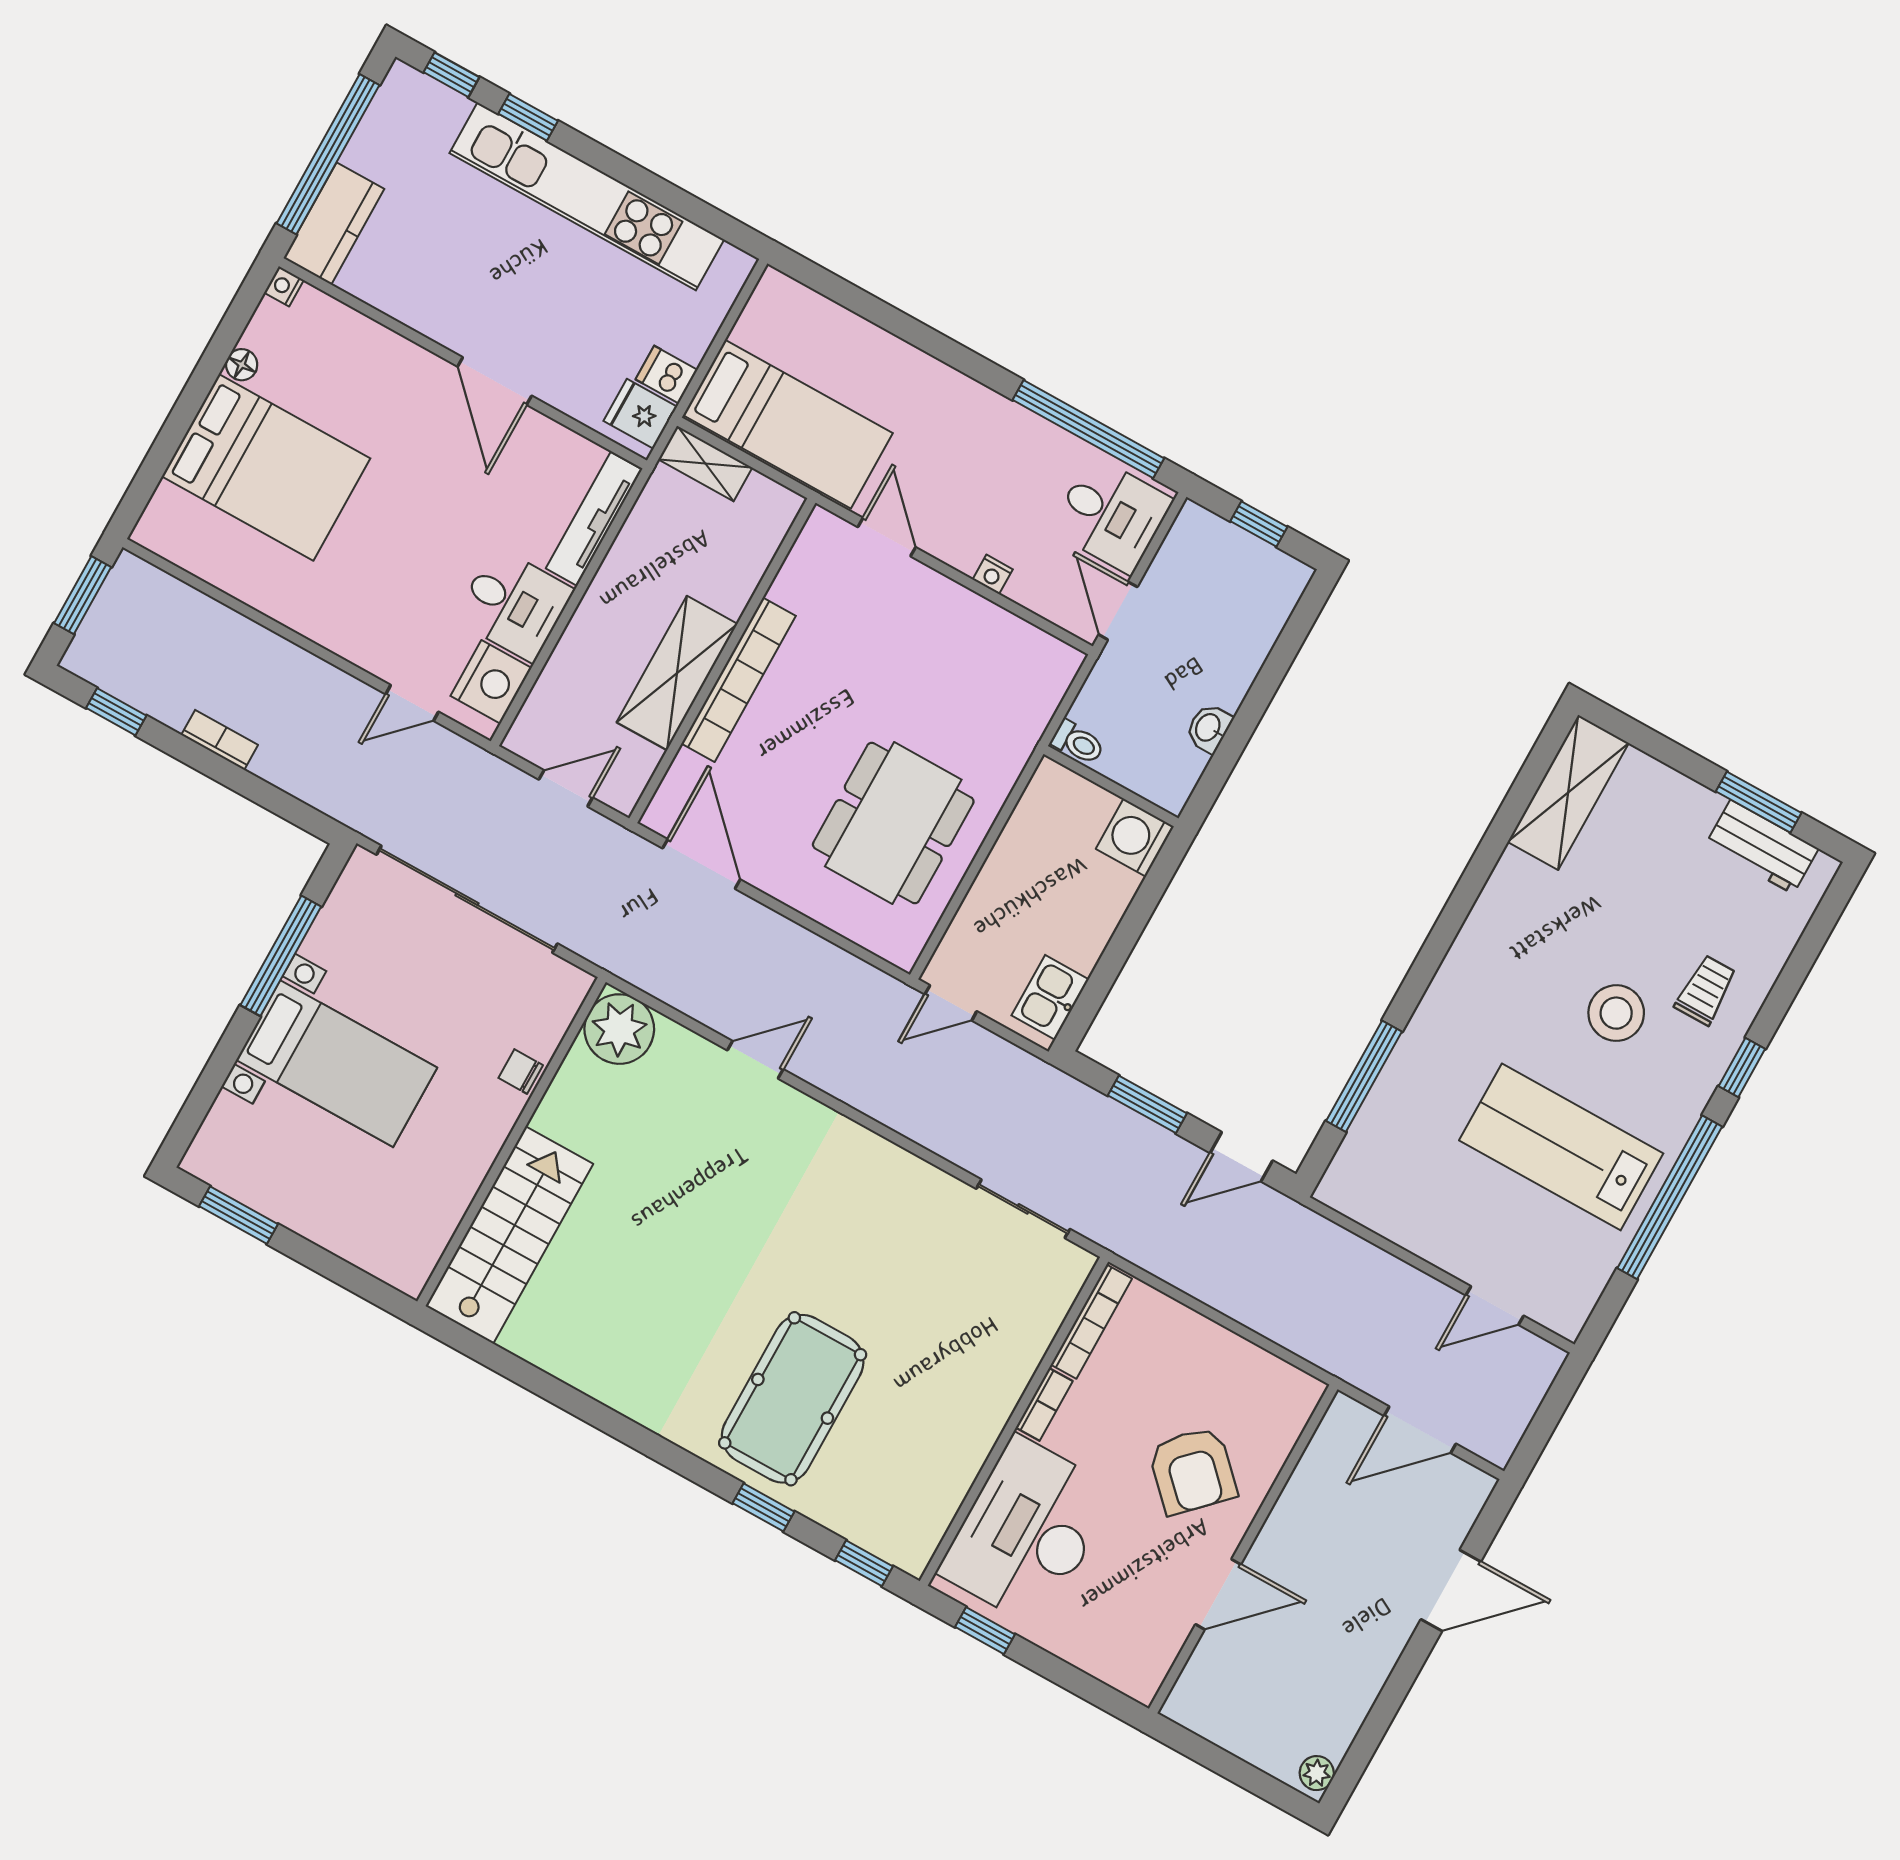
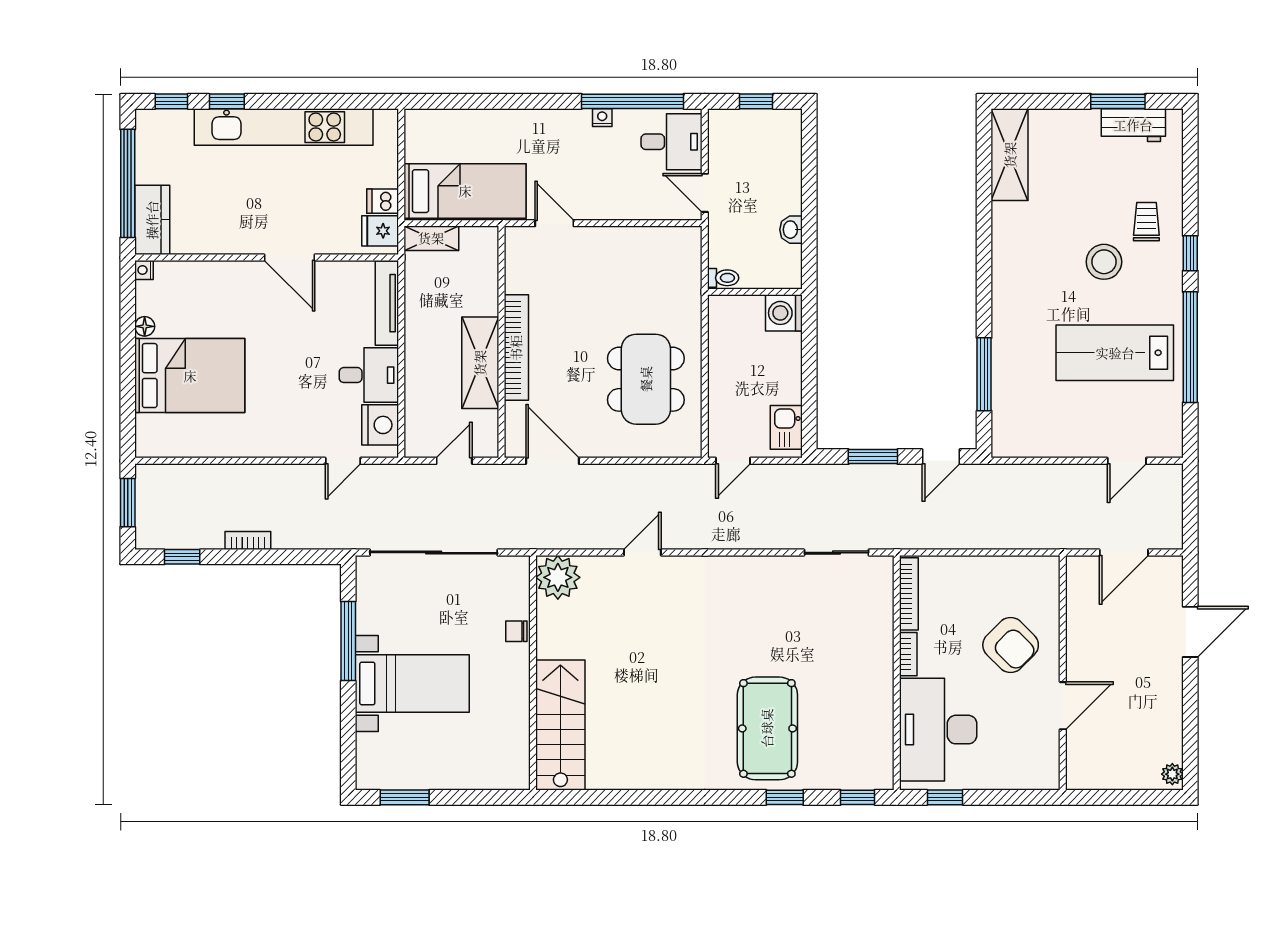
nightstand: (993, 574) -> (602, 118), moved, turned 180

